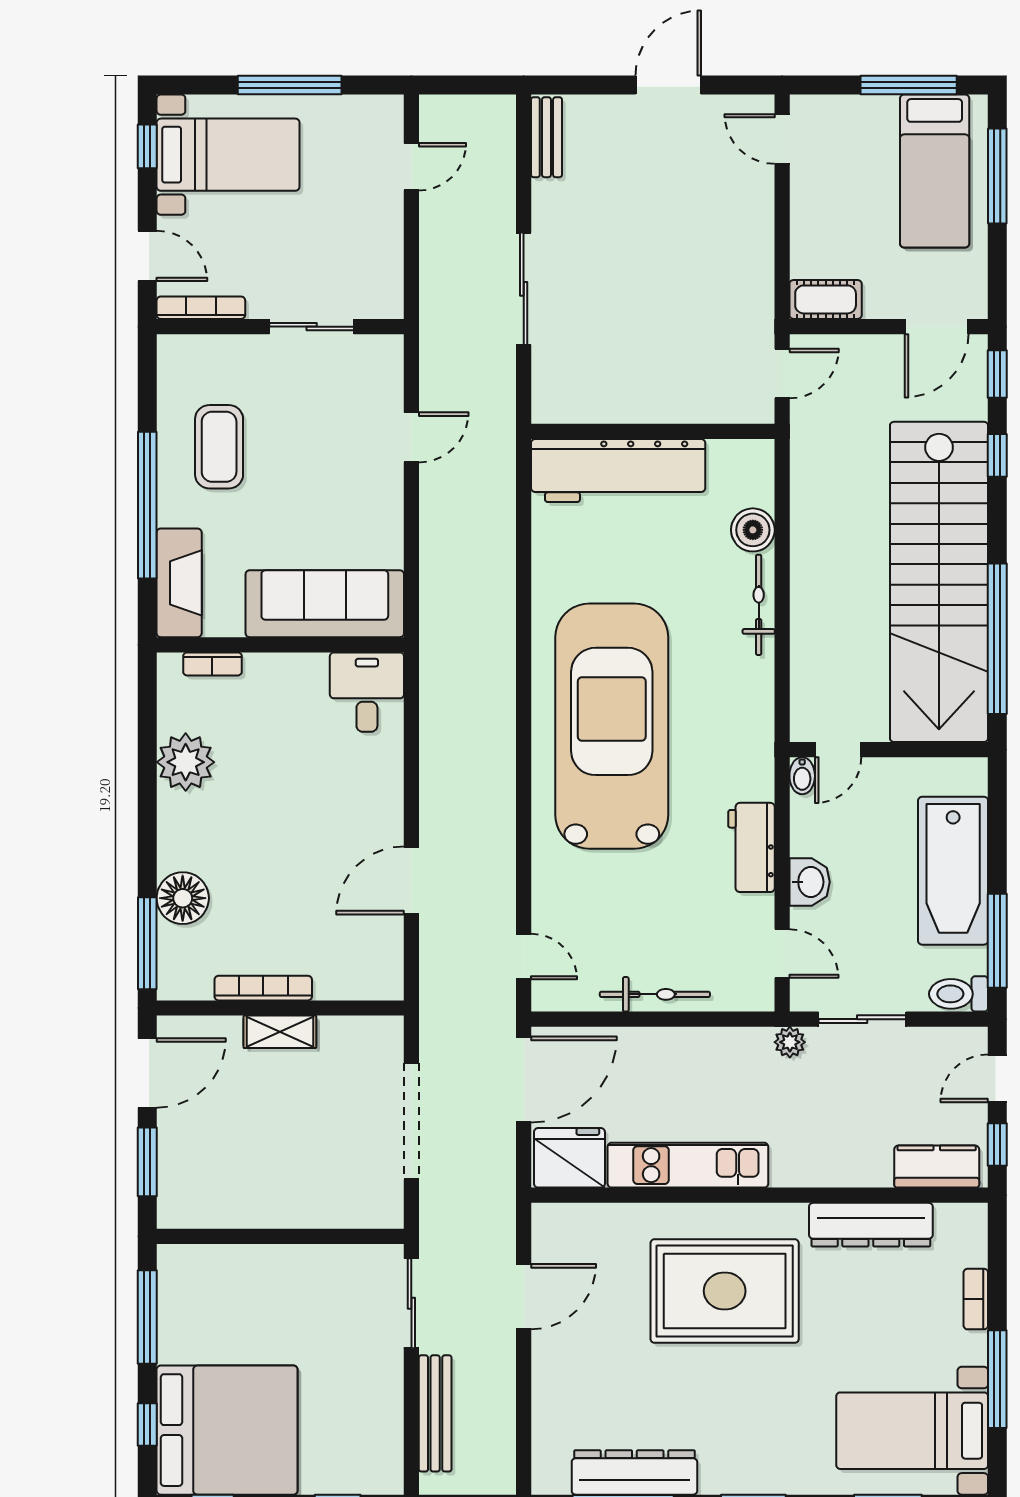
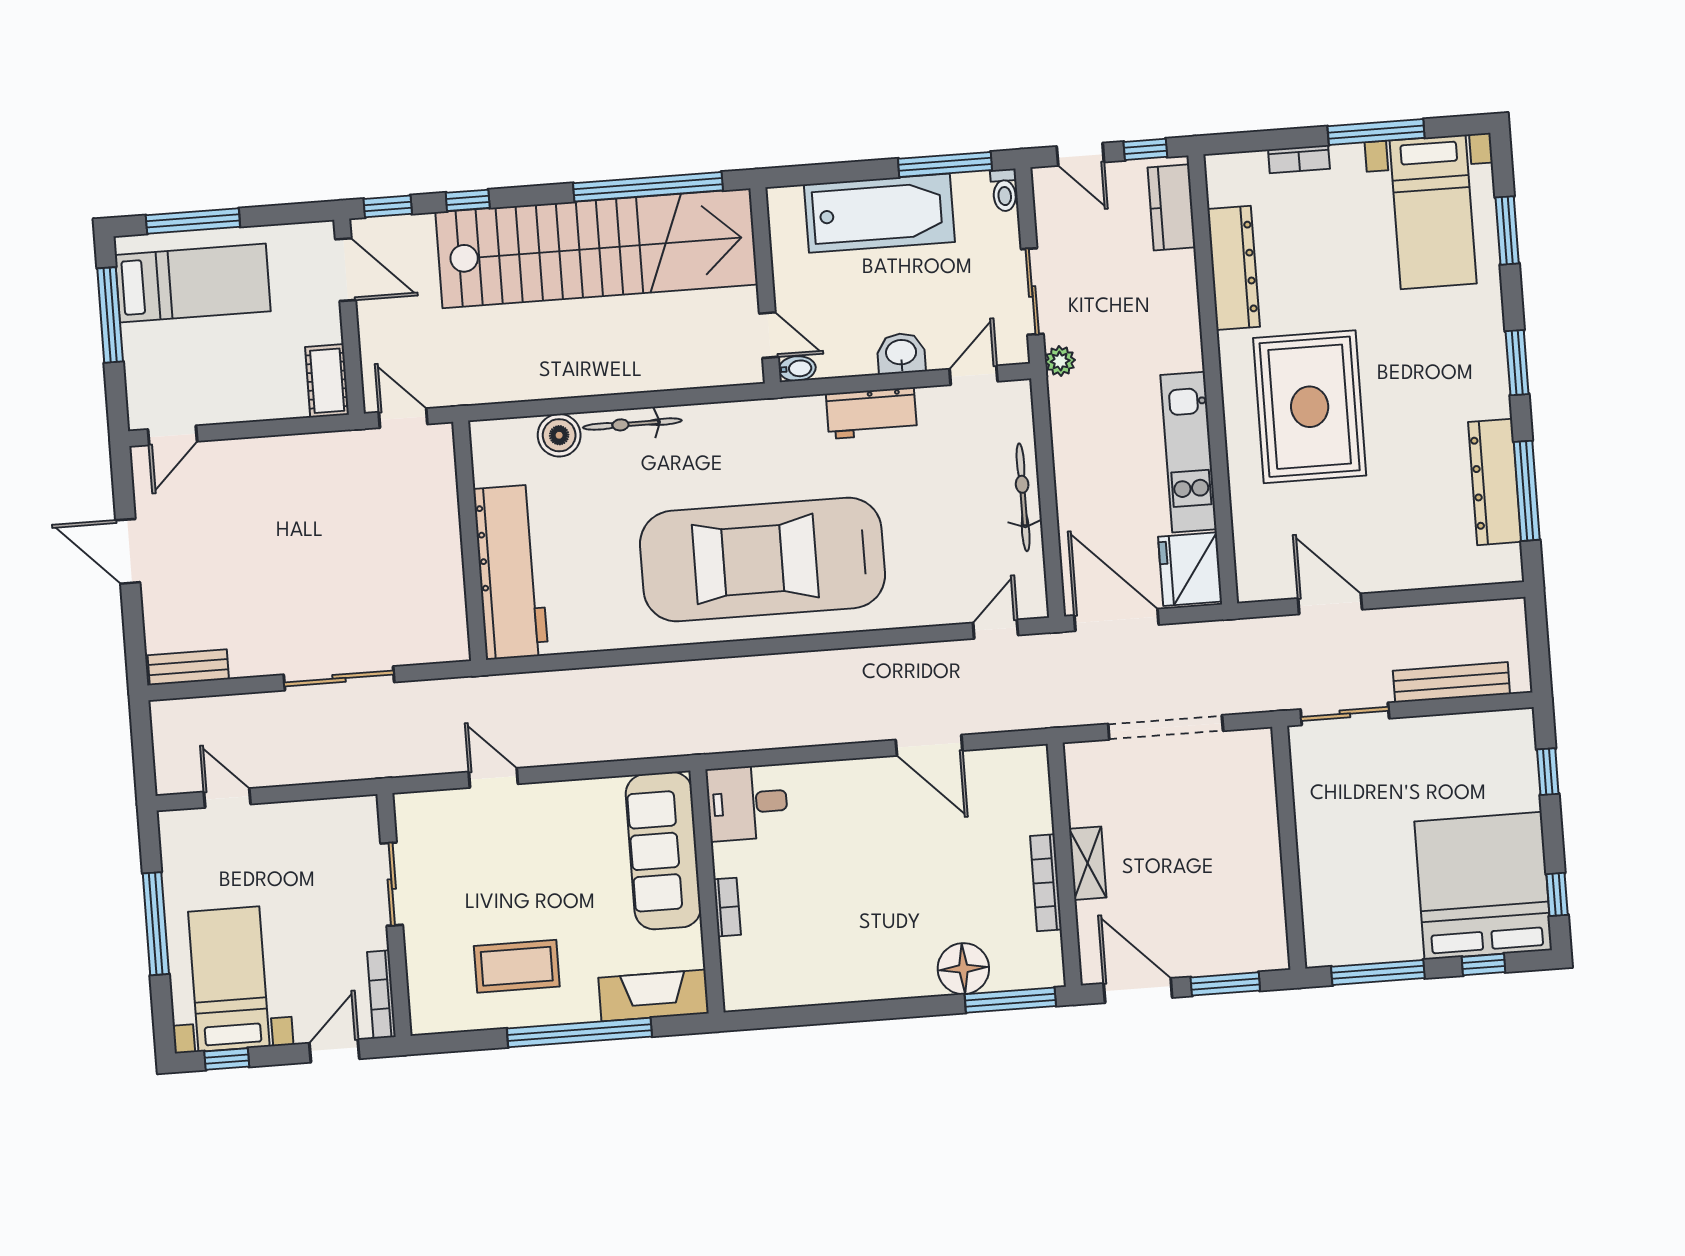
bookcase: (212, 664) -> (727, 907), moved
plant: (186, 762) -> (829, 976), removed
toilet: (959, 994) -> (1004, 190), width x0.73, depth x0.72

